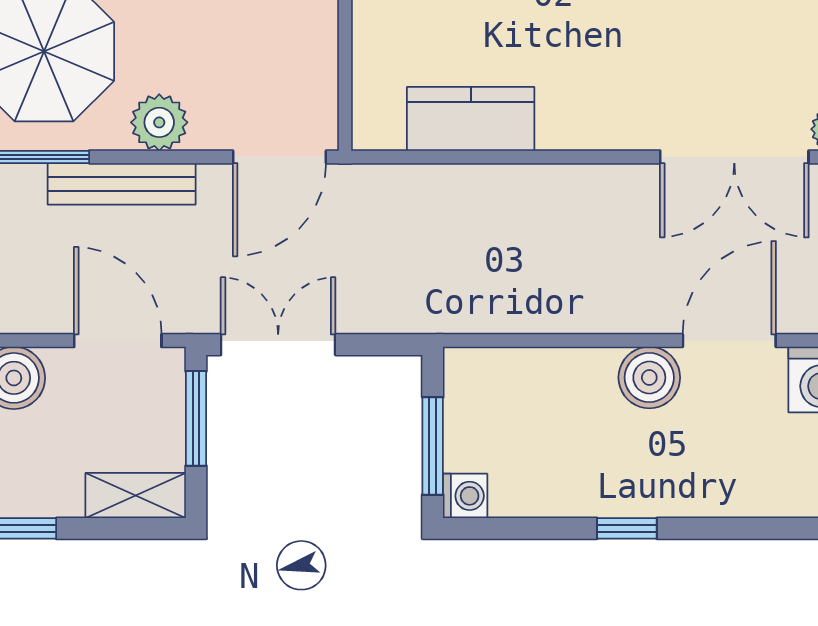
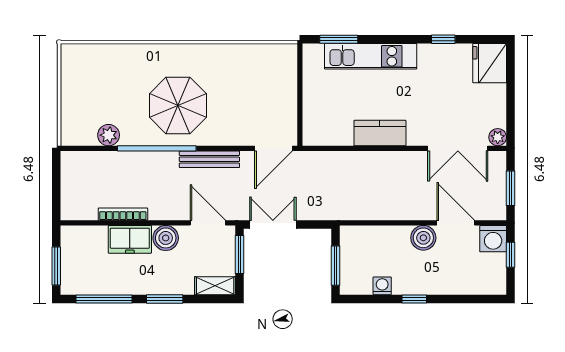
kitchen counter: (471, 119) -> (380, 133), moved
plant: (159, 122) -> (225, 134), removed
door: (729, 341) -> (456, 223), hinge flipped
washing machine: (465, 496) -> (382, 286), moved, turned -90

